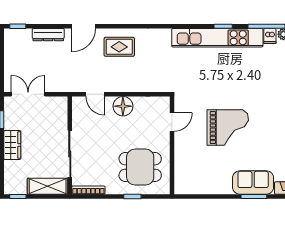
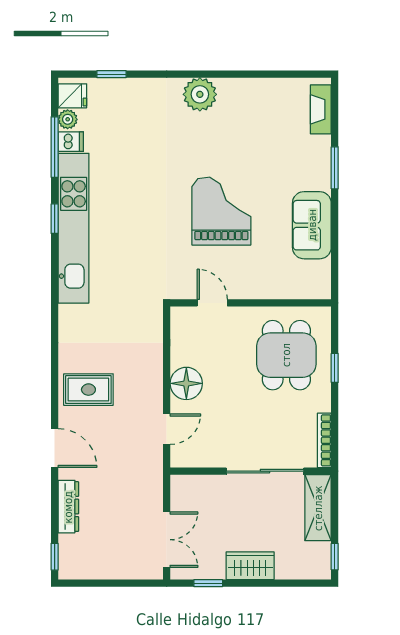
rug: (119, 47) -> (88, 390), turned 90
double door: (28, 94) -> (167, 540), swing flipped
sofa: (253, 182) -> (312, 225), moved

